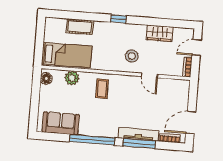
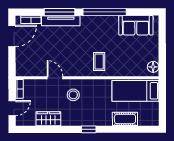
plant: (72, 78) -> (129, 69), removed

